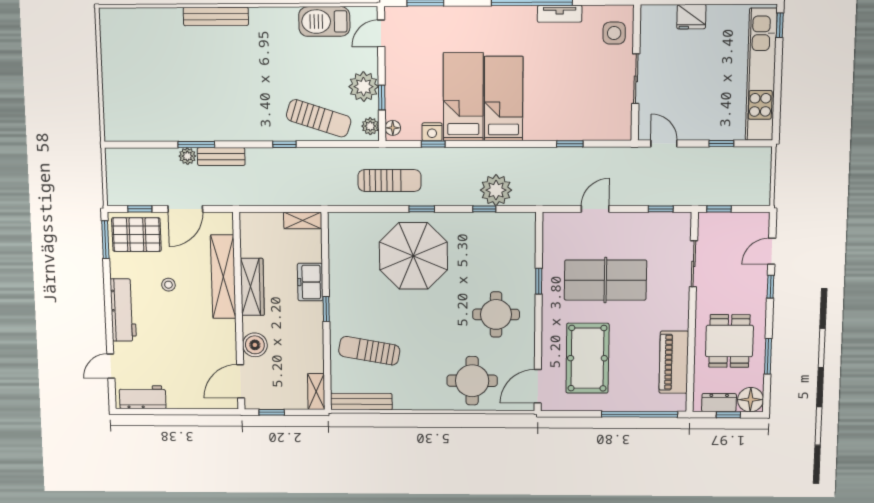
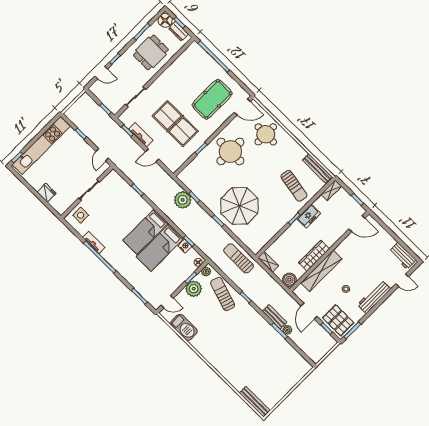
bench: (216, 16) -> (255, 402), moved
sun lounger: (390, 181) -> (239, 258), moved
door: (185, 209) -> (309, 311), swing flipped
tv unit: (638, 221) -> (141, 135), added
freezer: (310, 282) -> (309, 216), moved
round table: (496, 314) -> (230, 152), width x1.36, depth x1.36
boiler: (255, 345) -> (289, 280), moved
piano: (674, 362) -> (180, 65), removed

